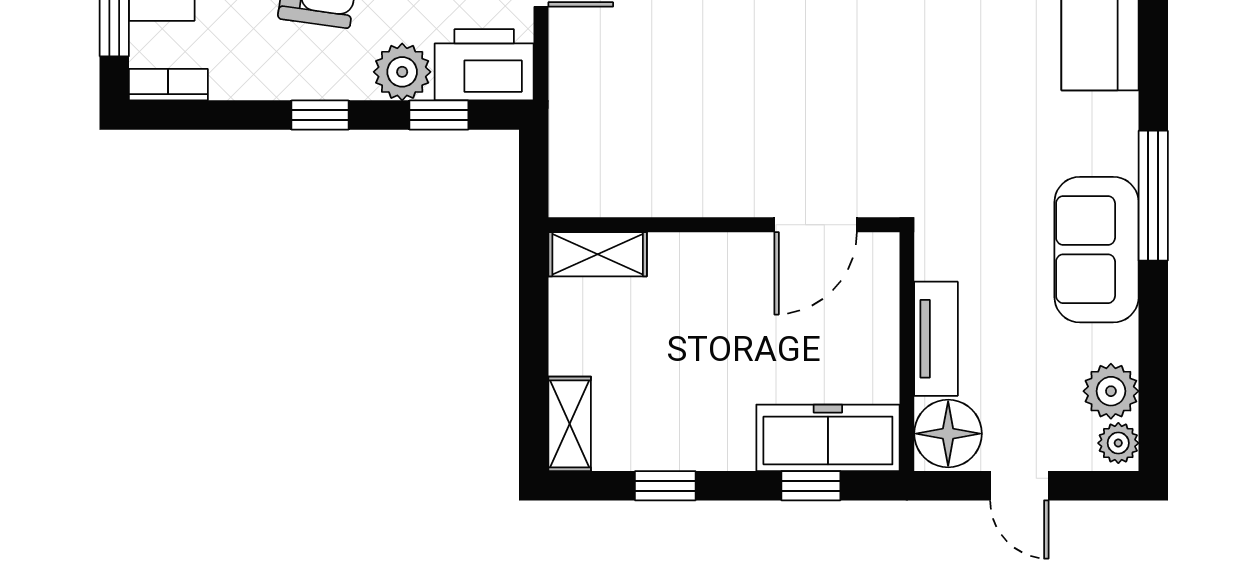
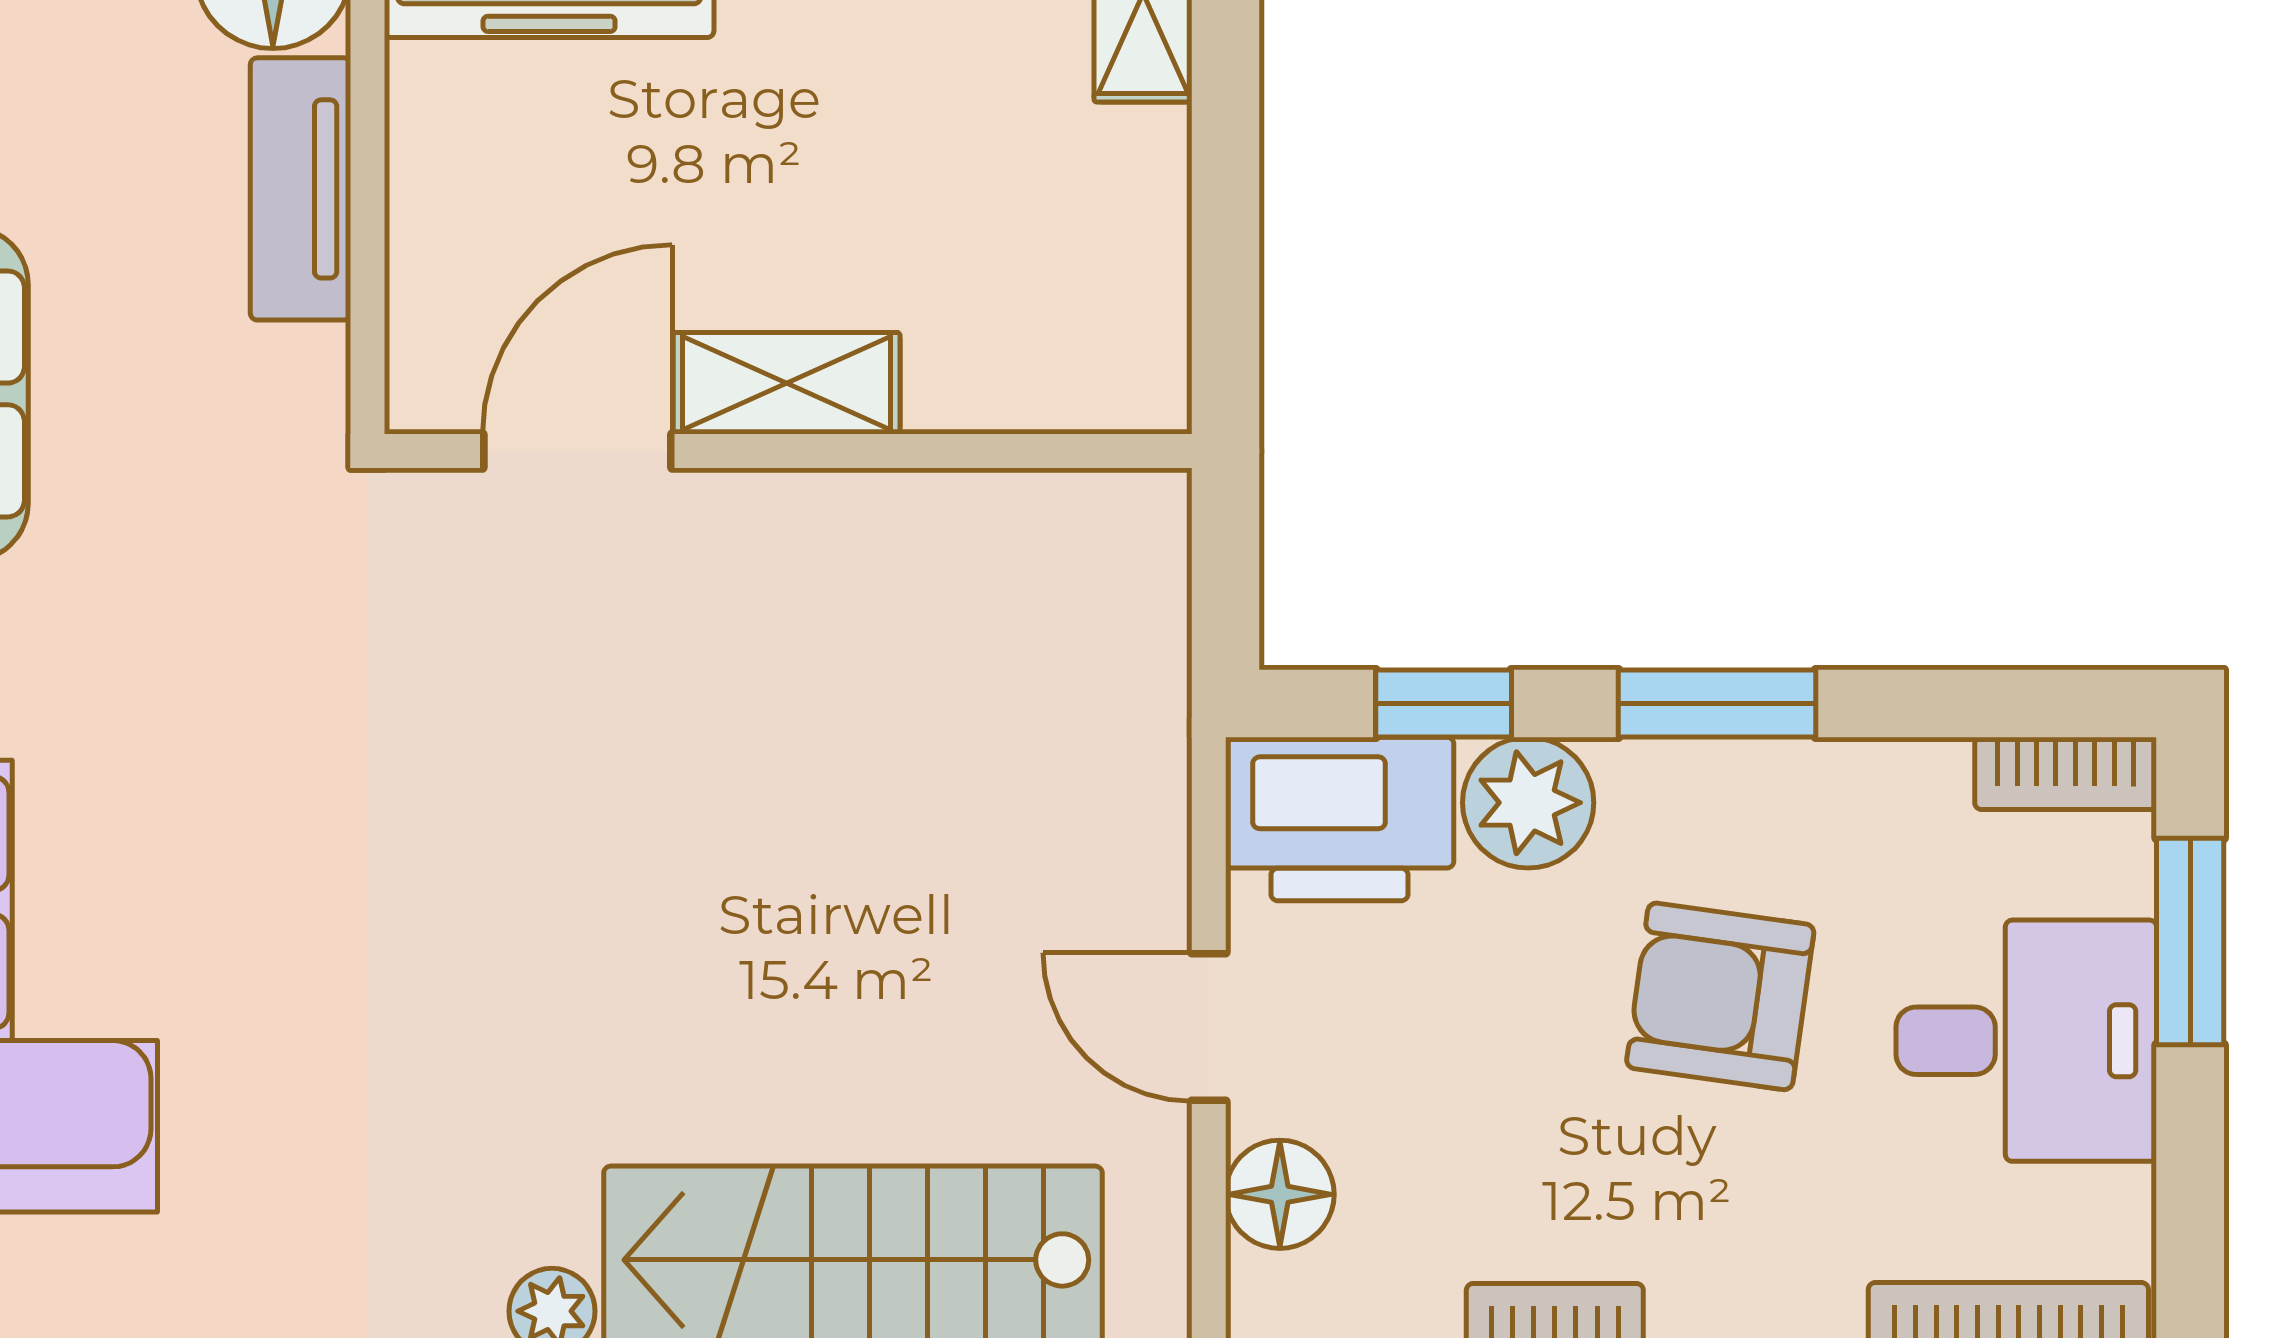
window: (320, 115) -> (1717, 703), width x1.50
shelving: (598, 254) -> (787, 383), moved

